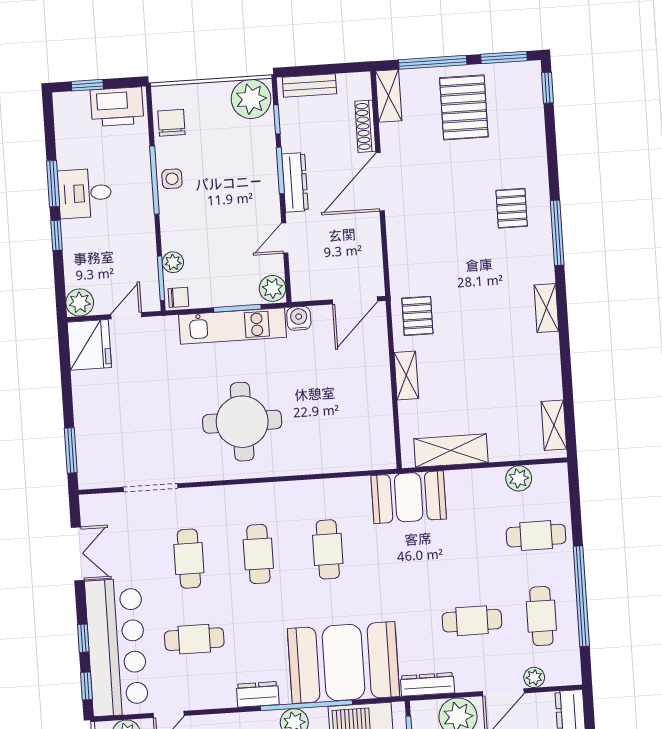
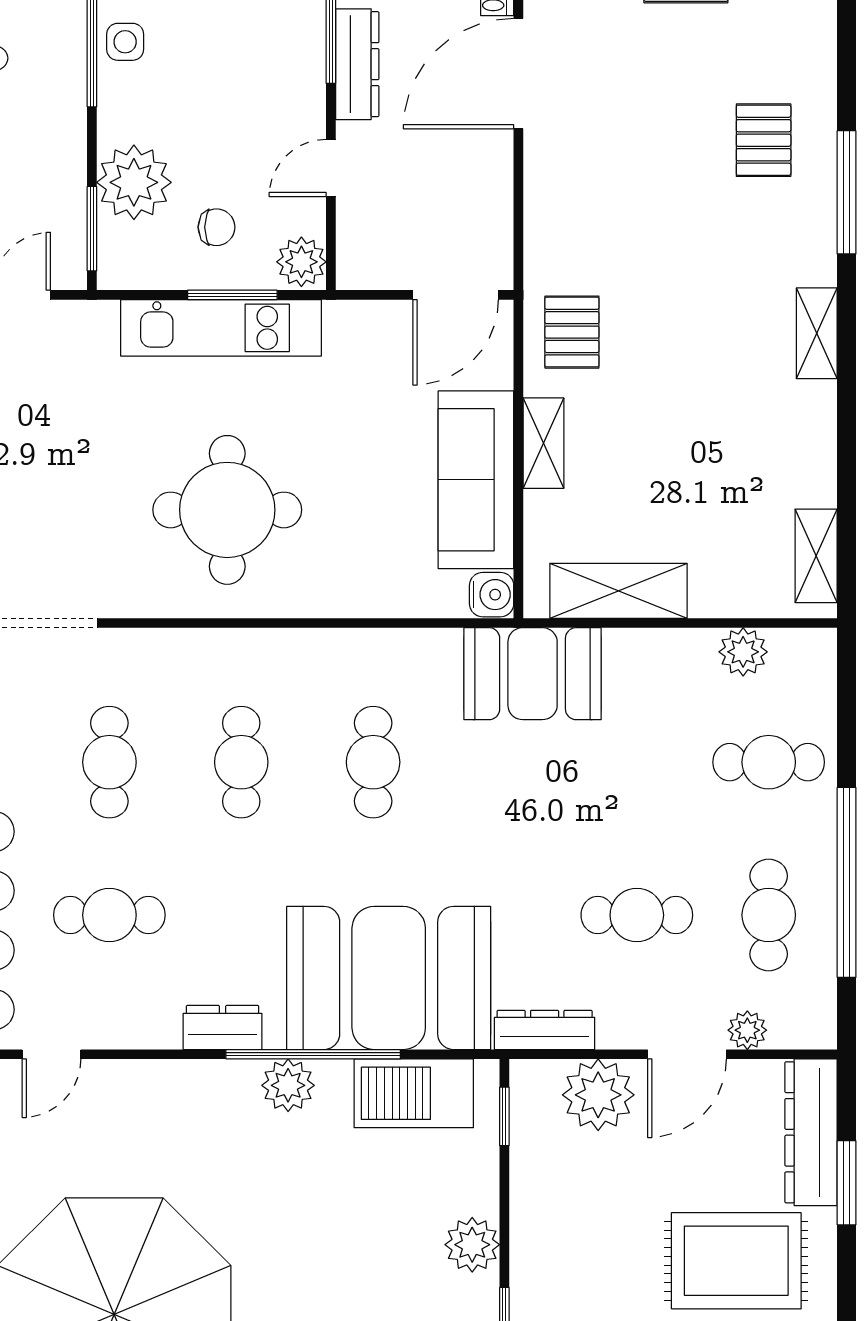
plant: (173, 262) -> (134, 182), width x1.88, depth x1.88
chair: (178, 297) -> (216, 227), moved
water cooler: (299, 318) -> (492, 595), moved, turned 90
sofa: (372, 397) -> (476, 480), added

